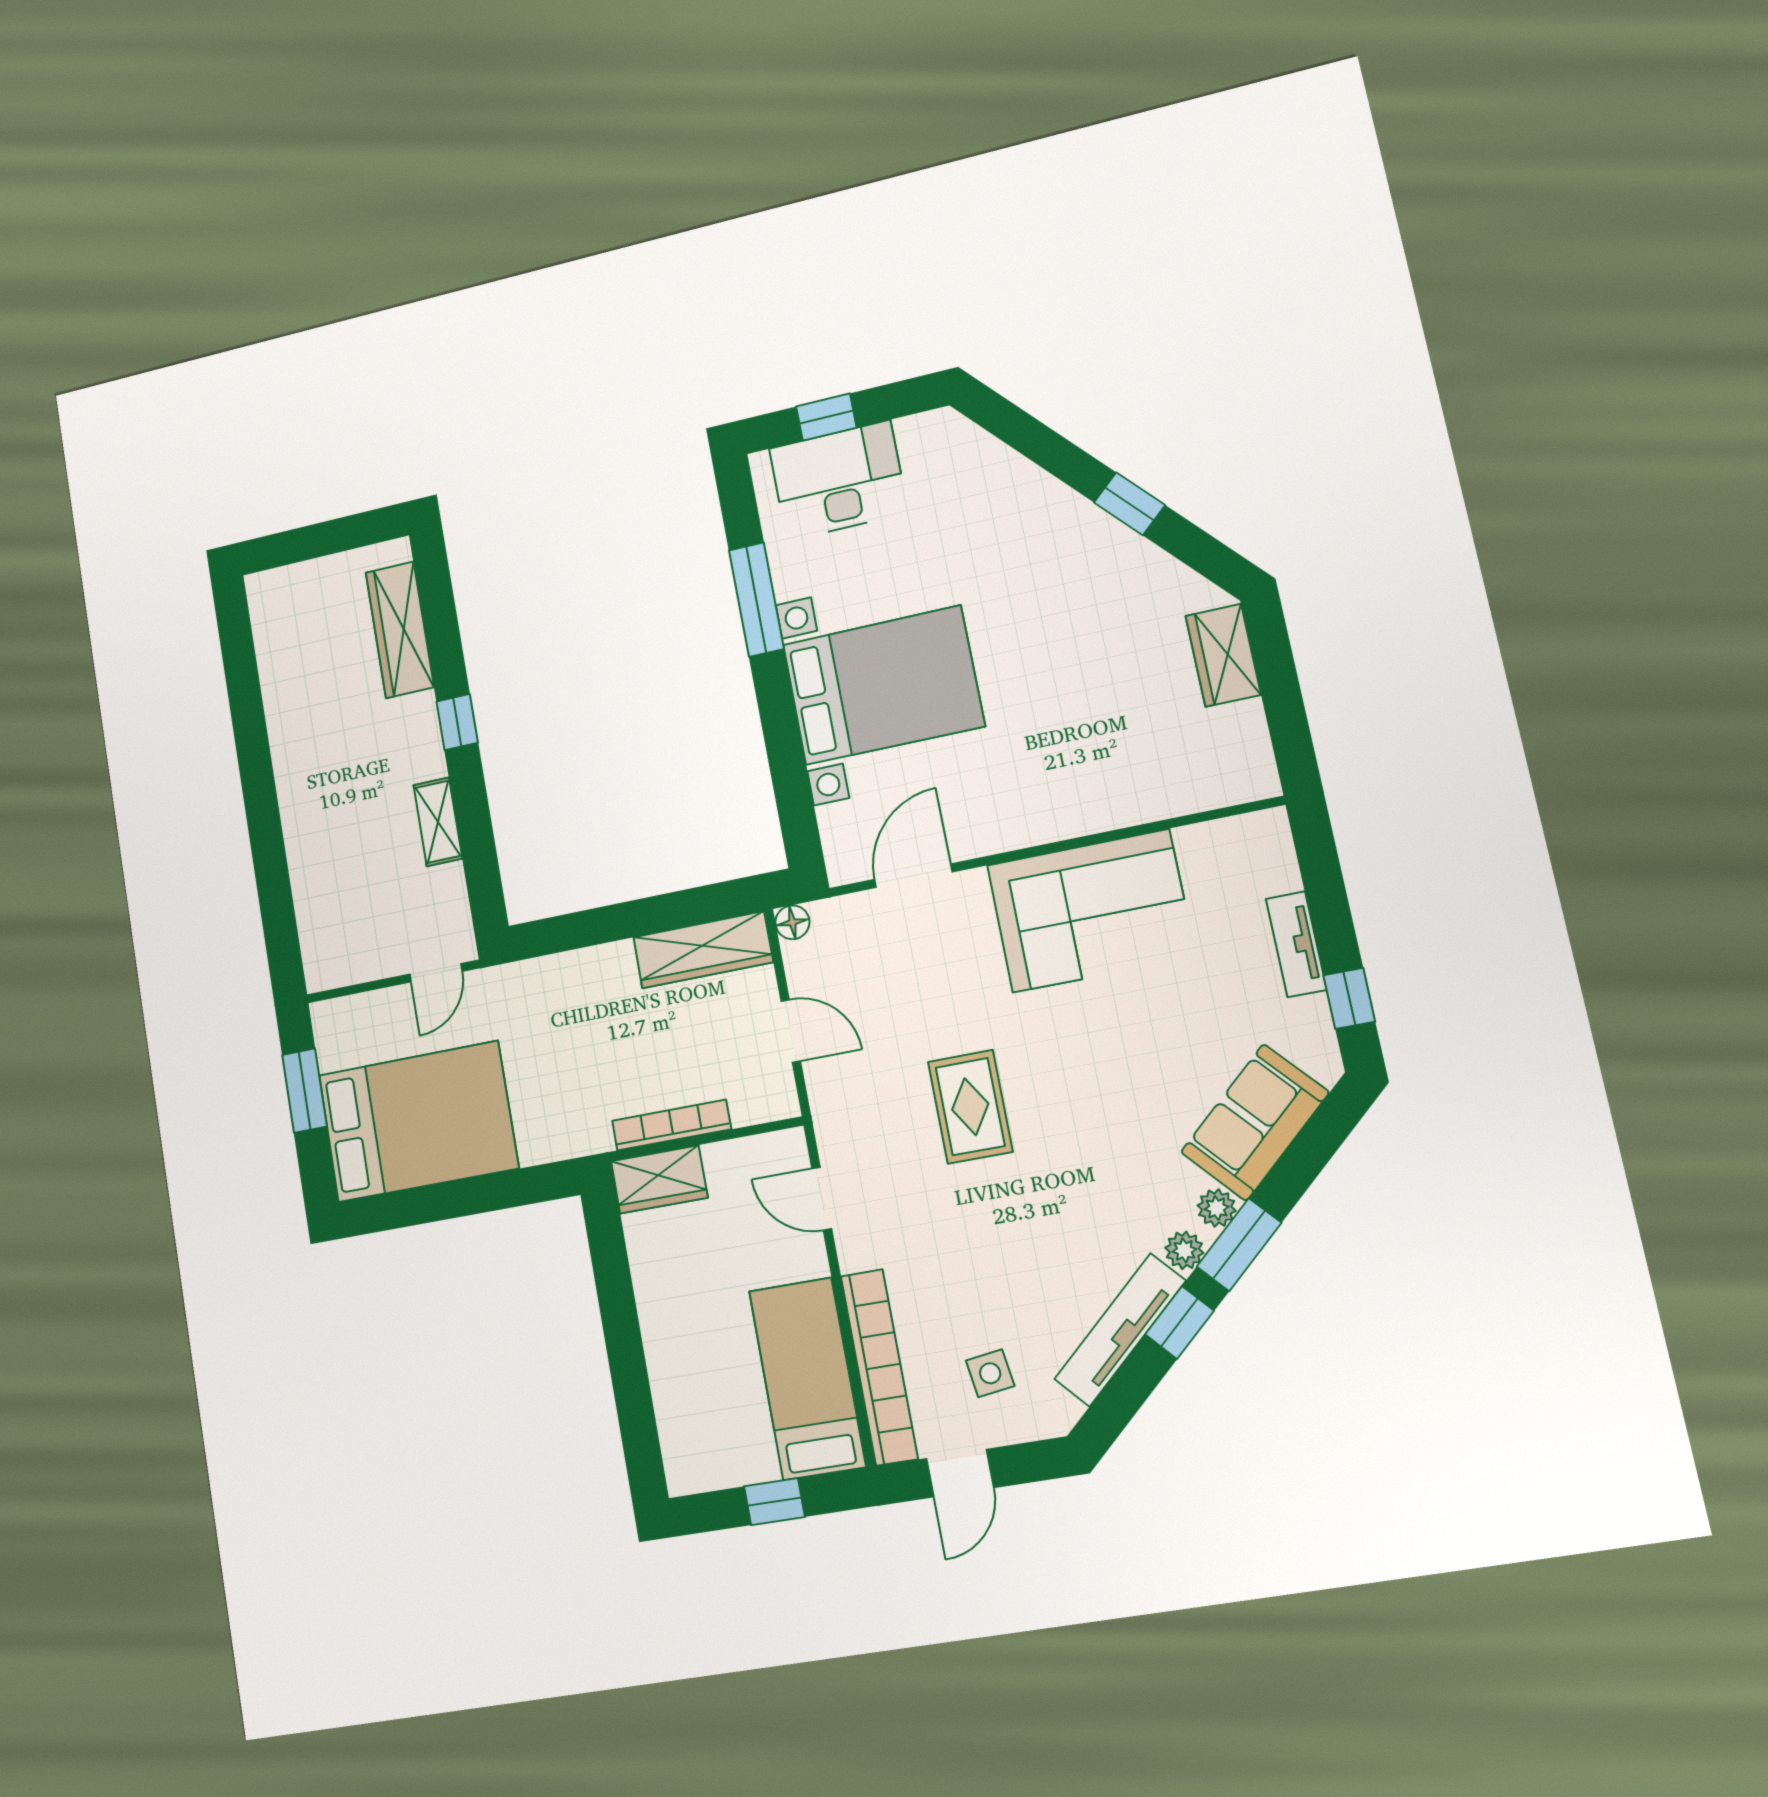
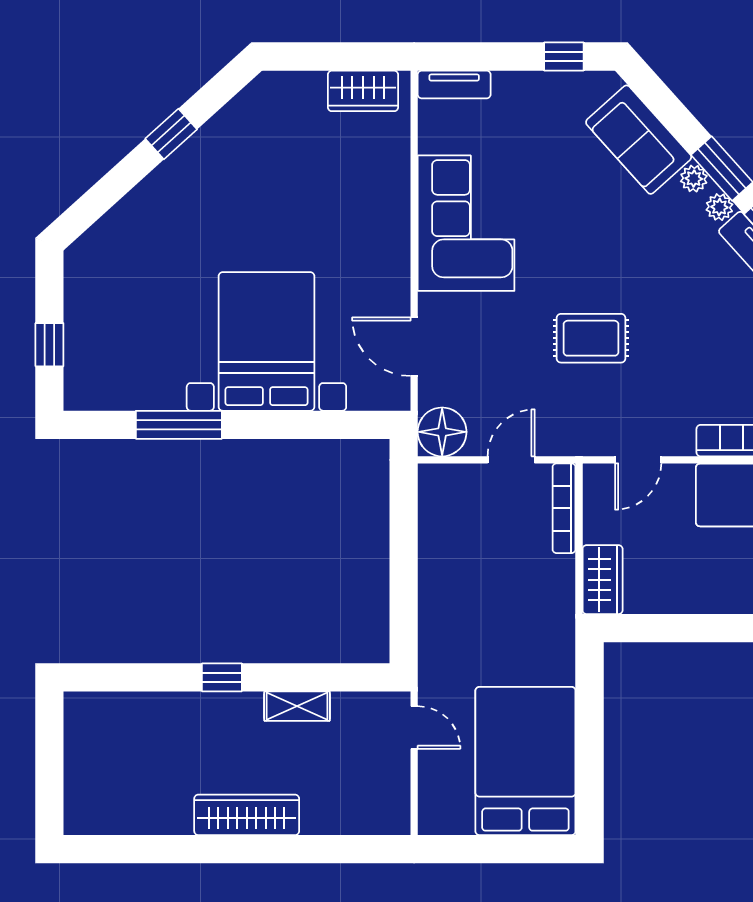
desk: (838, 480) -> (101, 345), removed
wardrobe: (400, 630) -> (247, 815), moved, turned 180
wardrobe: (1223, 655) -> (363, 91), moved
floor lamp: (792, 922) -> (442, 432), width x1.89, depth x1.89
tv unit: (1296, 944) -> (454, 84), moved
wardrobe: (703, 950) -> (438, 515), removed
window: (305, 1091) -> (485, 849), removed
bookcase: (671, 1125) -> (564, 508), moved

